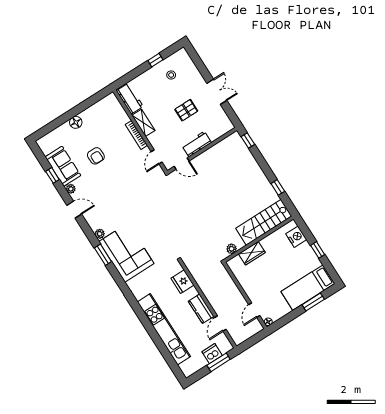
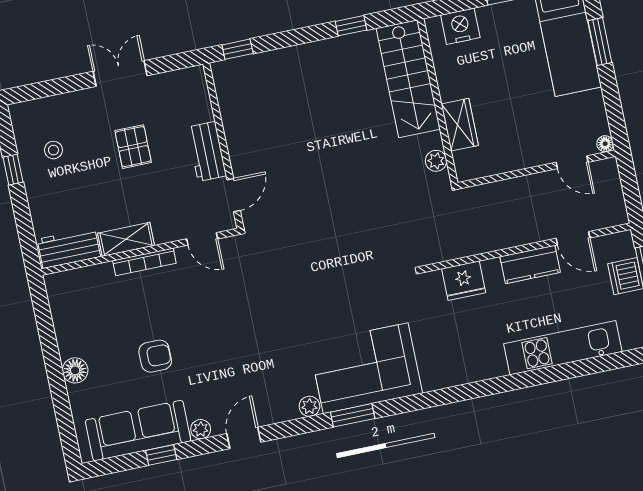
sofa: (63, 166) -> (138, 431), width x1.36
kitchen unit: (164, 329) -> (563, 348), width x0.73

